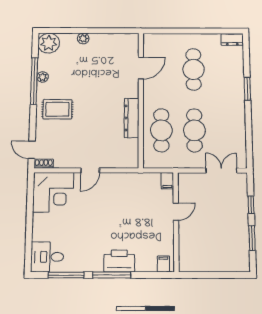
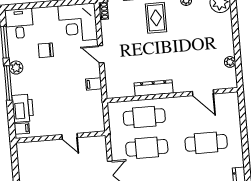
plant: (83, 39) -> (230, 62), moved
filing cabinet: (167, 181) -> (94, 84), moved
chair: (80, 230) -> (46, 50), added
printer: (119, 261) -> (23, 108), moved
plant: (95, 265) -> (16, 68), added

